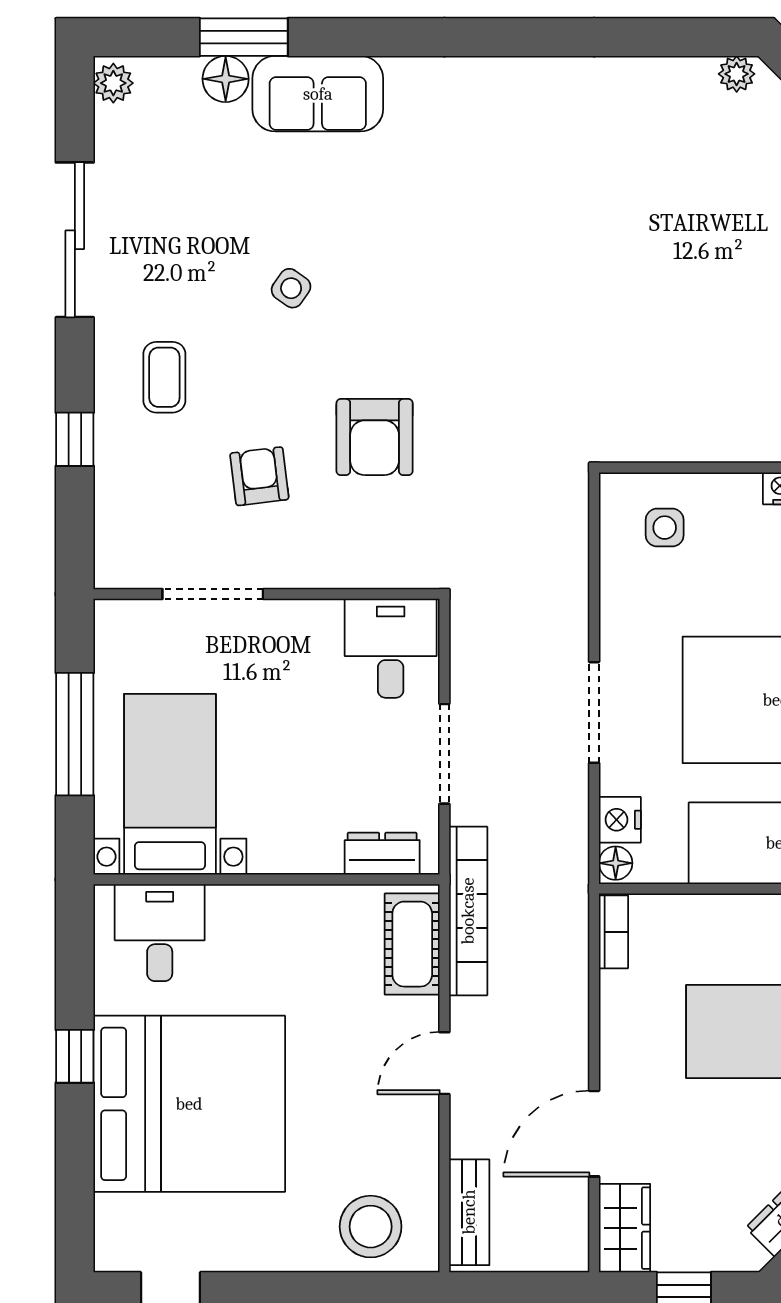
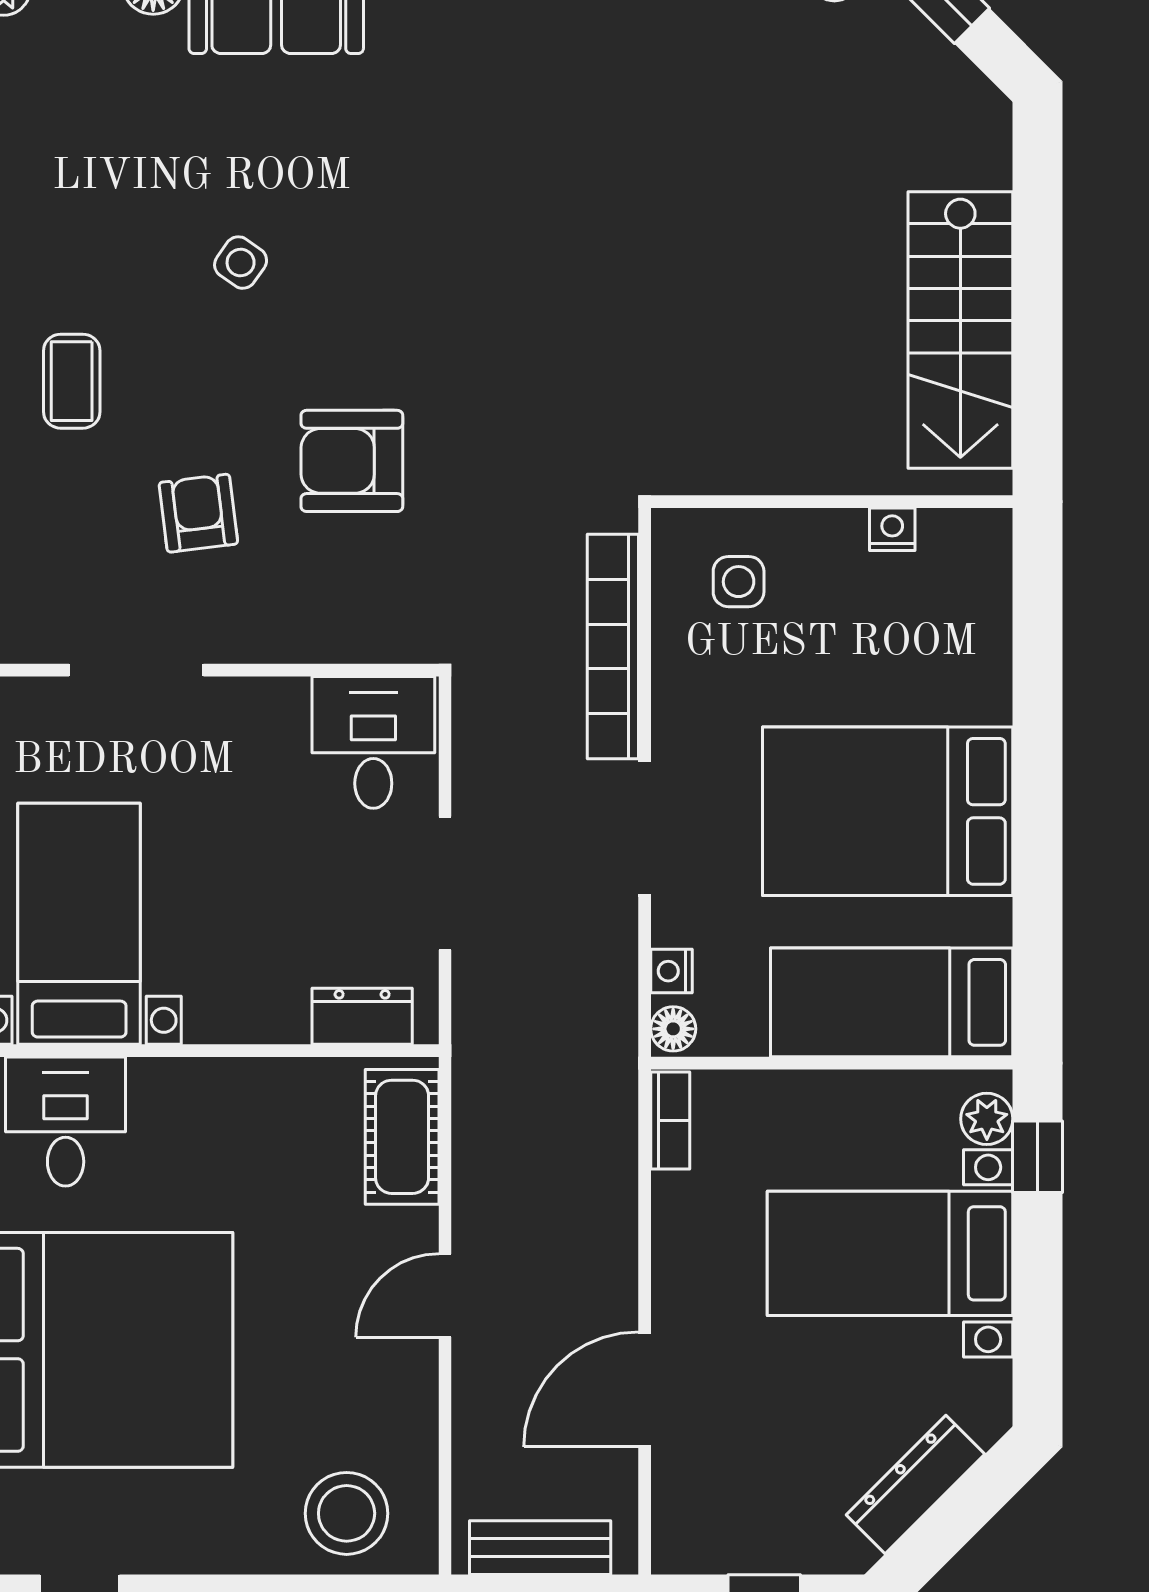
armchair: (375, 437) -> (352, 461), turned 90
nightstand: (620, 820) -> (672, 971), width x0.72, depth x0.74
bookcase: (468, 911) -> (613, 646), moved, turned 180
bench: (469, 1212) -> (540, 1548), moved, turned 90
wardrobe: (625, 1228) -> (685, 1515), removed

